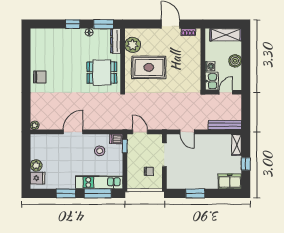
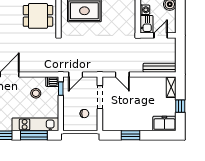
door: (140, 132) -> (76, 74), swing flipped

